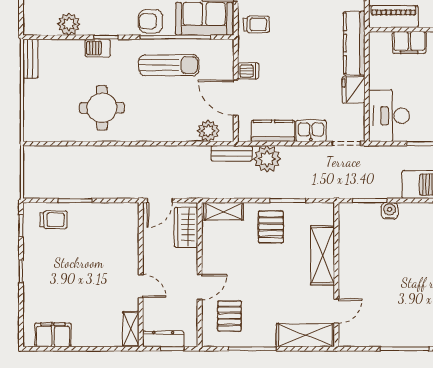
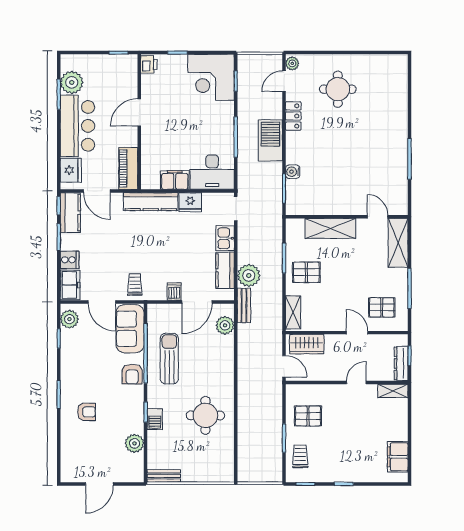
filing cabinet: (409, 43) -> (175, 180), moved, turned -90
pallet: (101, 229) -> (308, 416), added

